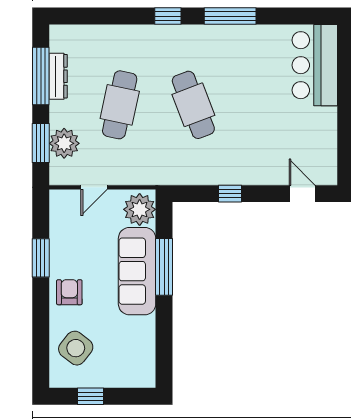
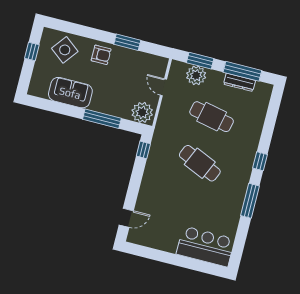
cafe table: (193, 105) -> (200, 163), turned 45
window: (230, 194) -> (143, 150), moved
sofa: (137, 271) -> (70, 93), moved, width x0.73

